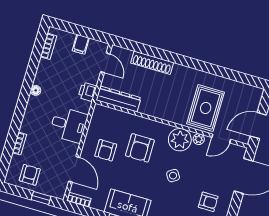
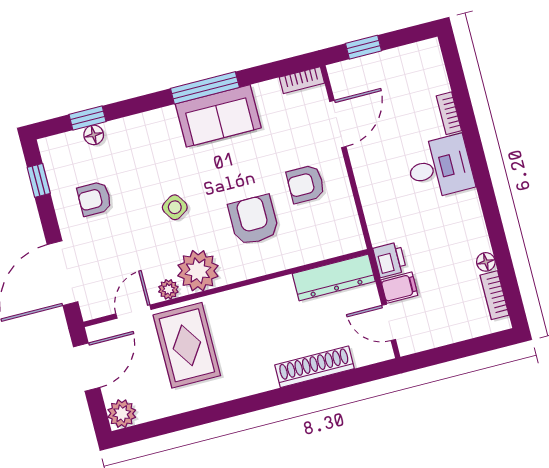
filing cabinet: (81, 44) -> (399, 288), moved, turned 90
floor lamp: (36, 90) -> (486, 262), moved
plant: (255, 94) -> (122, 414), added
desk: (69, 125) -> (440, 167), moved, turned 180
armchair: (106, 150) -> (306, 184), turned -90
door: (74, 169) -> (338, 124), swing flipped
armchair: (30, 175) -> (403, 73), removed

